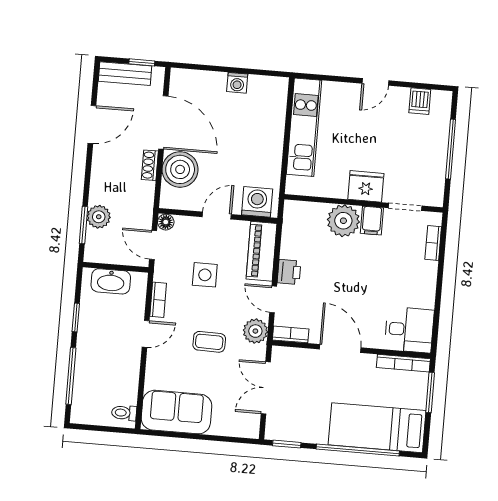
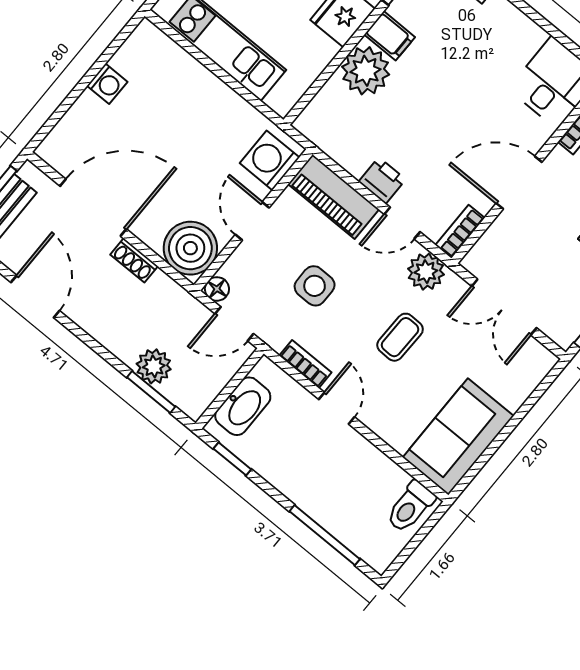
boiler: (180, 169) -> (190, 248), moved
window: (76, 318) -> (232, 459), moved
toilet: (124, 413) -> (410, 507), width x1.37, depth x1.39

